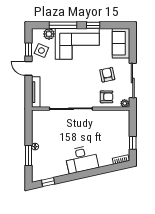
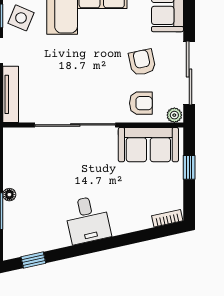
sofa: (111, 119) -> (148, 145), added
window: (133, 143) -> (189, 167), moved
desk: (82, 159) -> (88, 220), width x0.73

